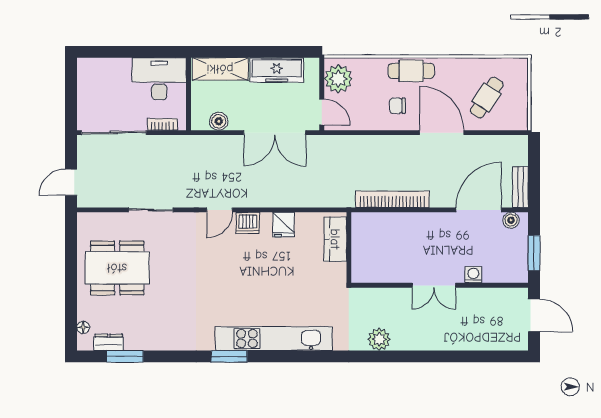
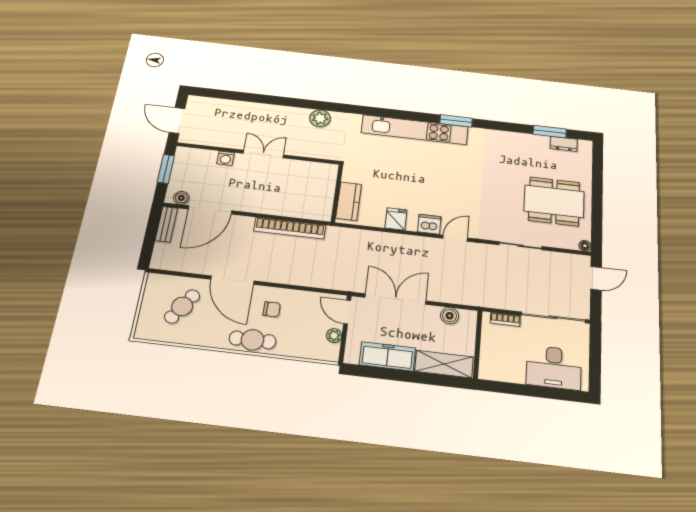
desk: (159, 79) -> (554, 367), moved
plant: (338, 79) -> (334, 336), width x0.53, depth x0.53
floor lamp: (83, 327) -> (585, 246), moved

